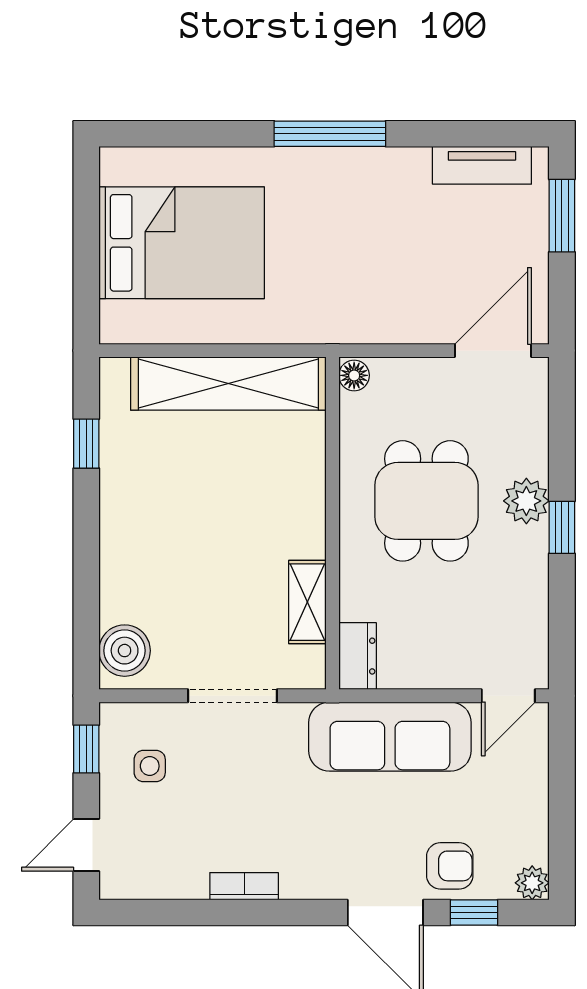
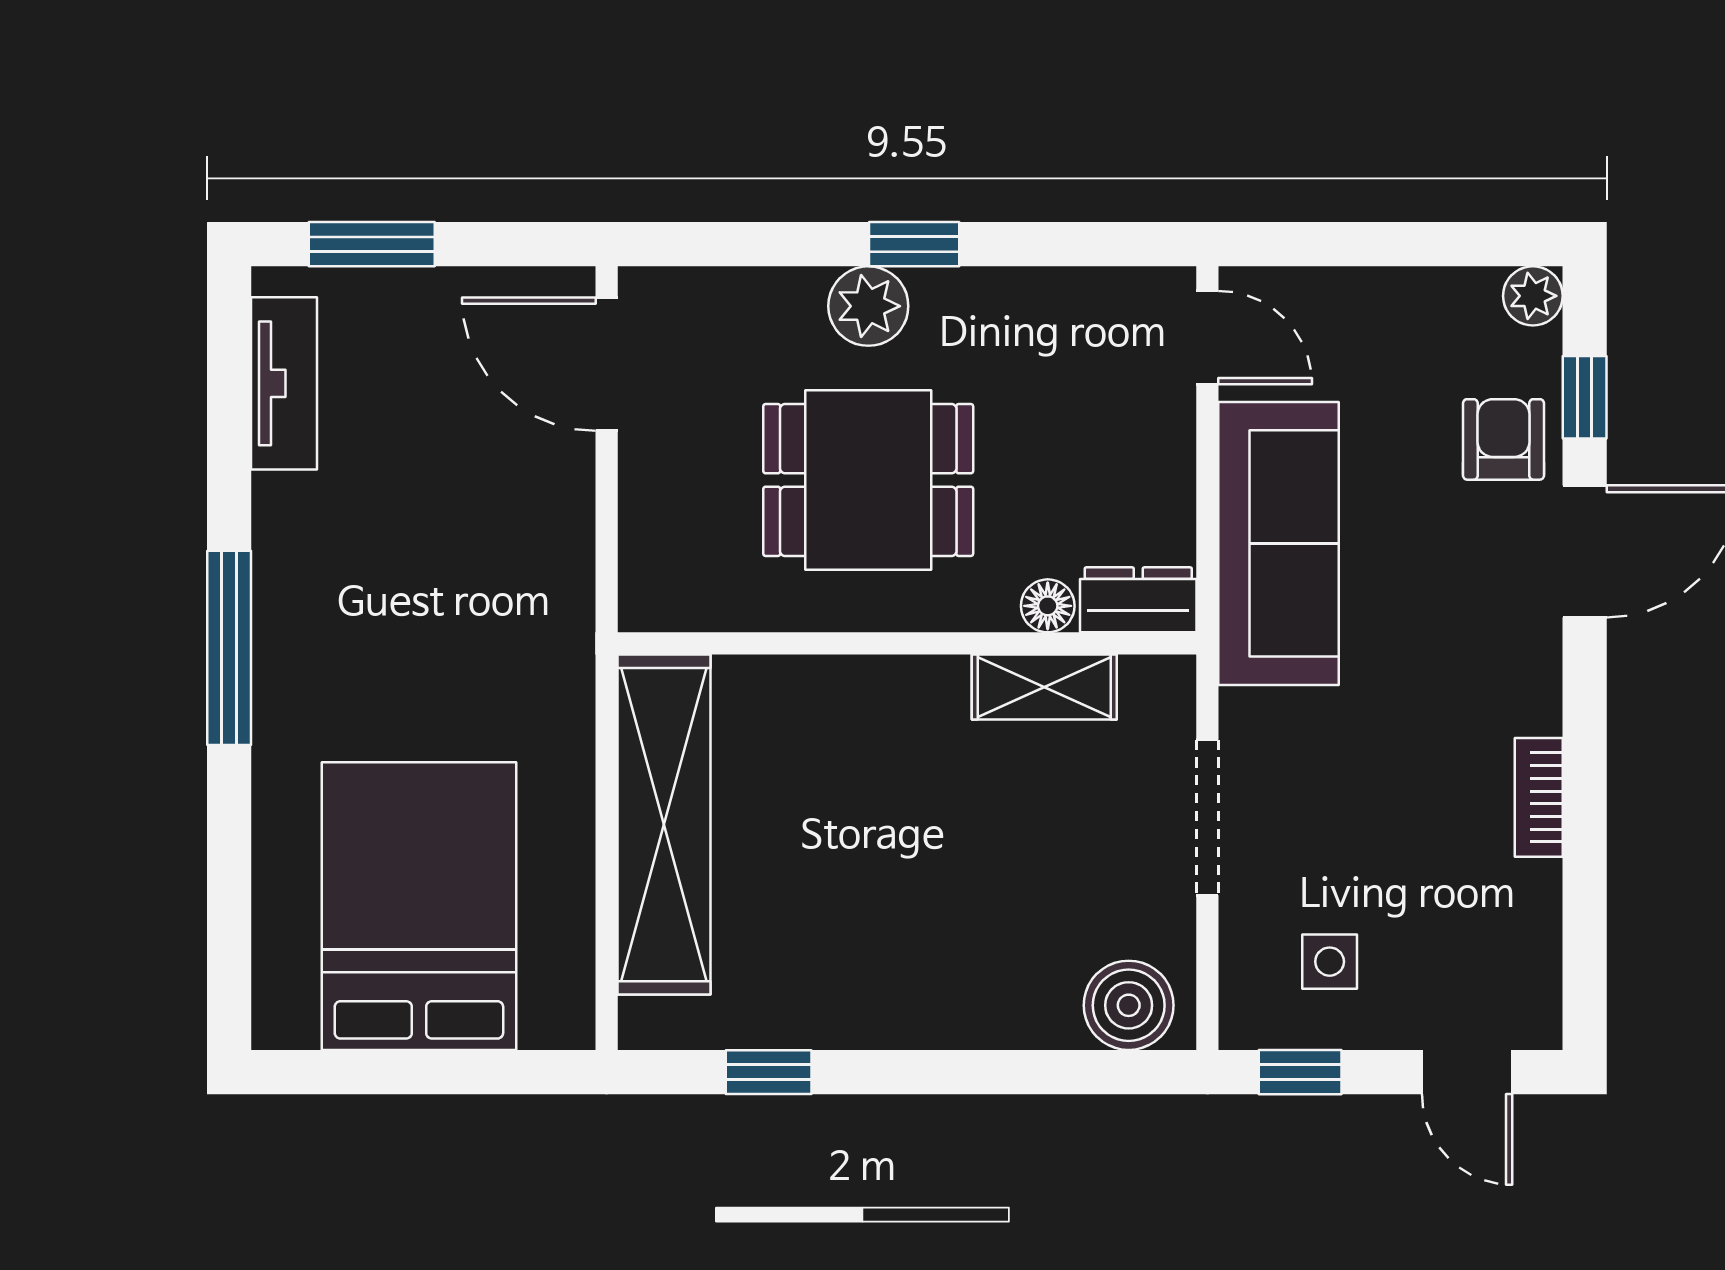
floor lamp: (354, 375) -> (1048, 606), moved

